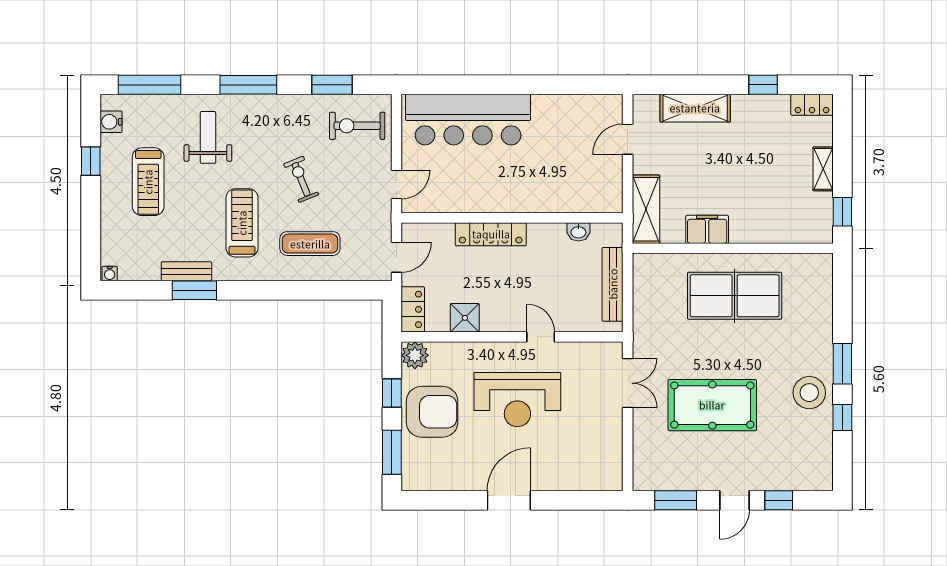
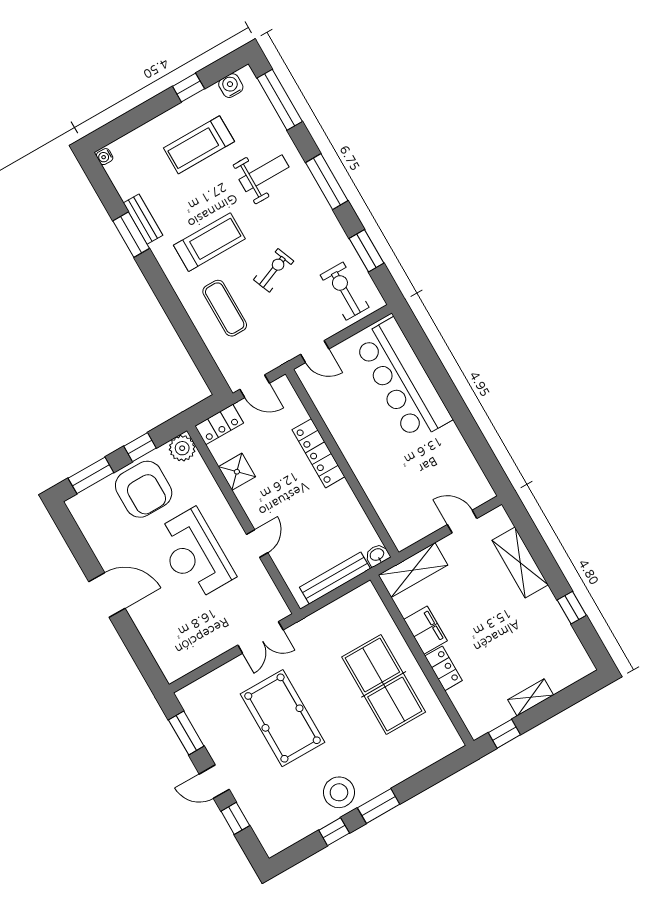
locker: (812, 105) -> (444, 668), moved, turned 180
washbasin: (578, 232) -> (377, 555), moved, turned 90

